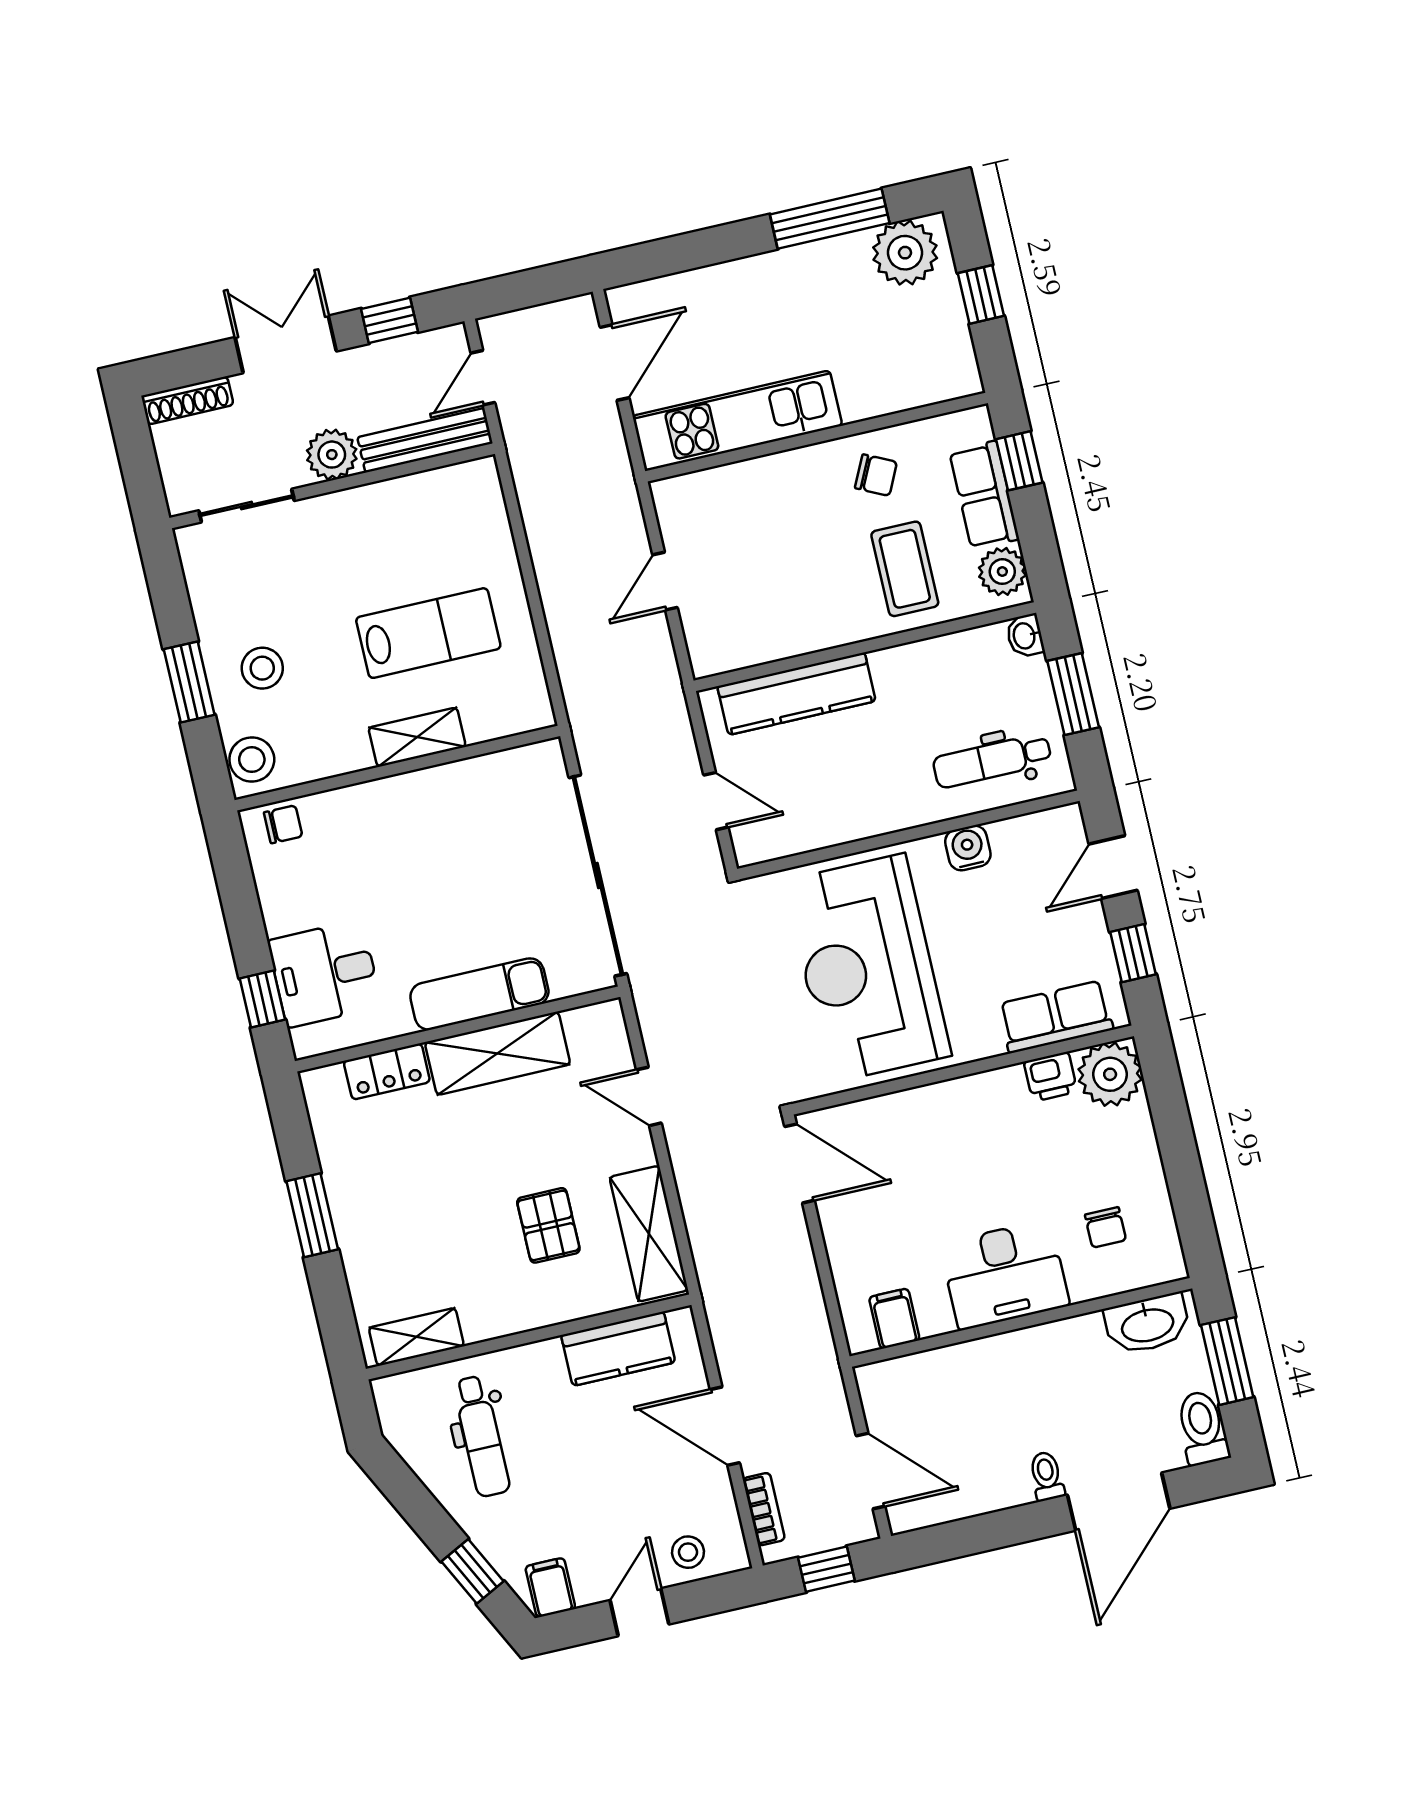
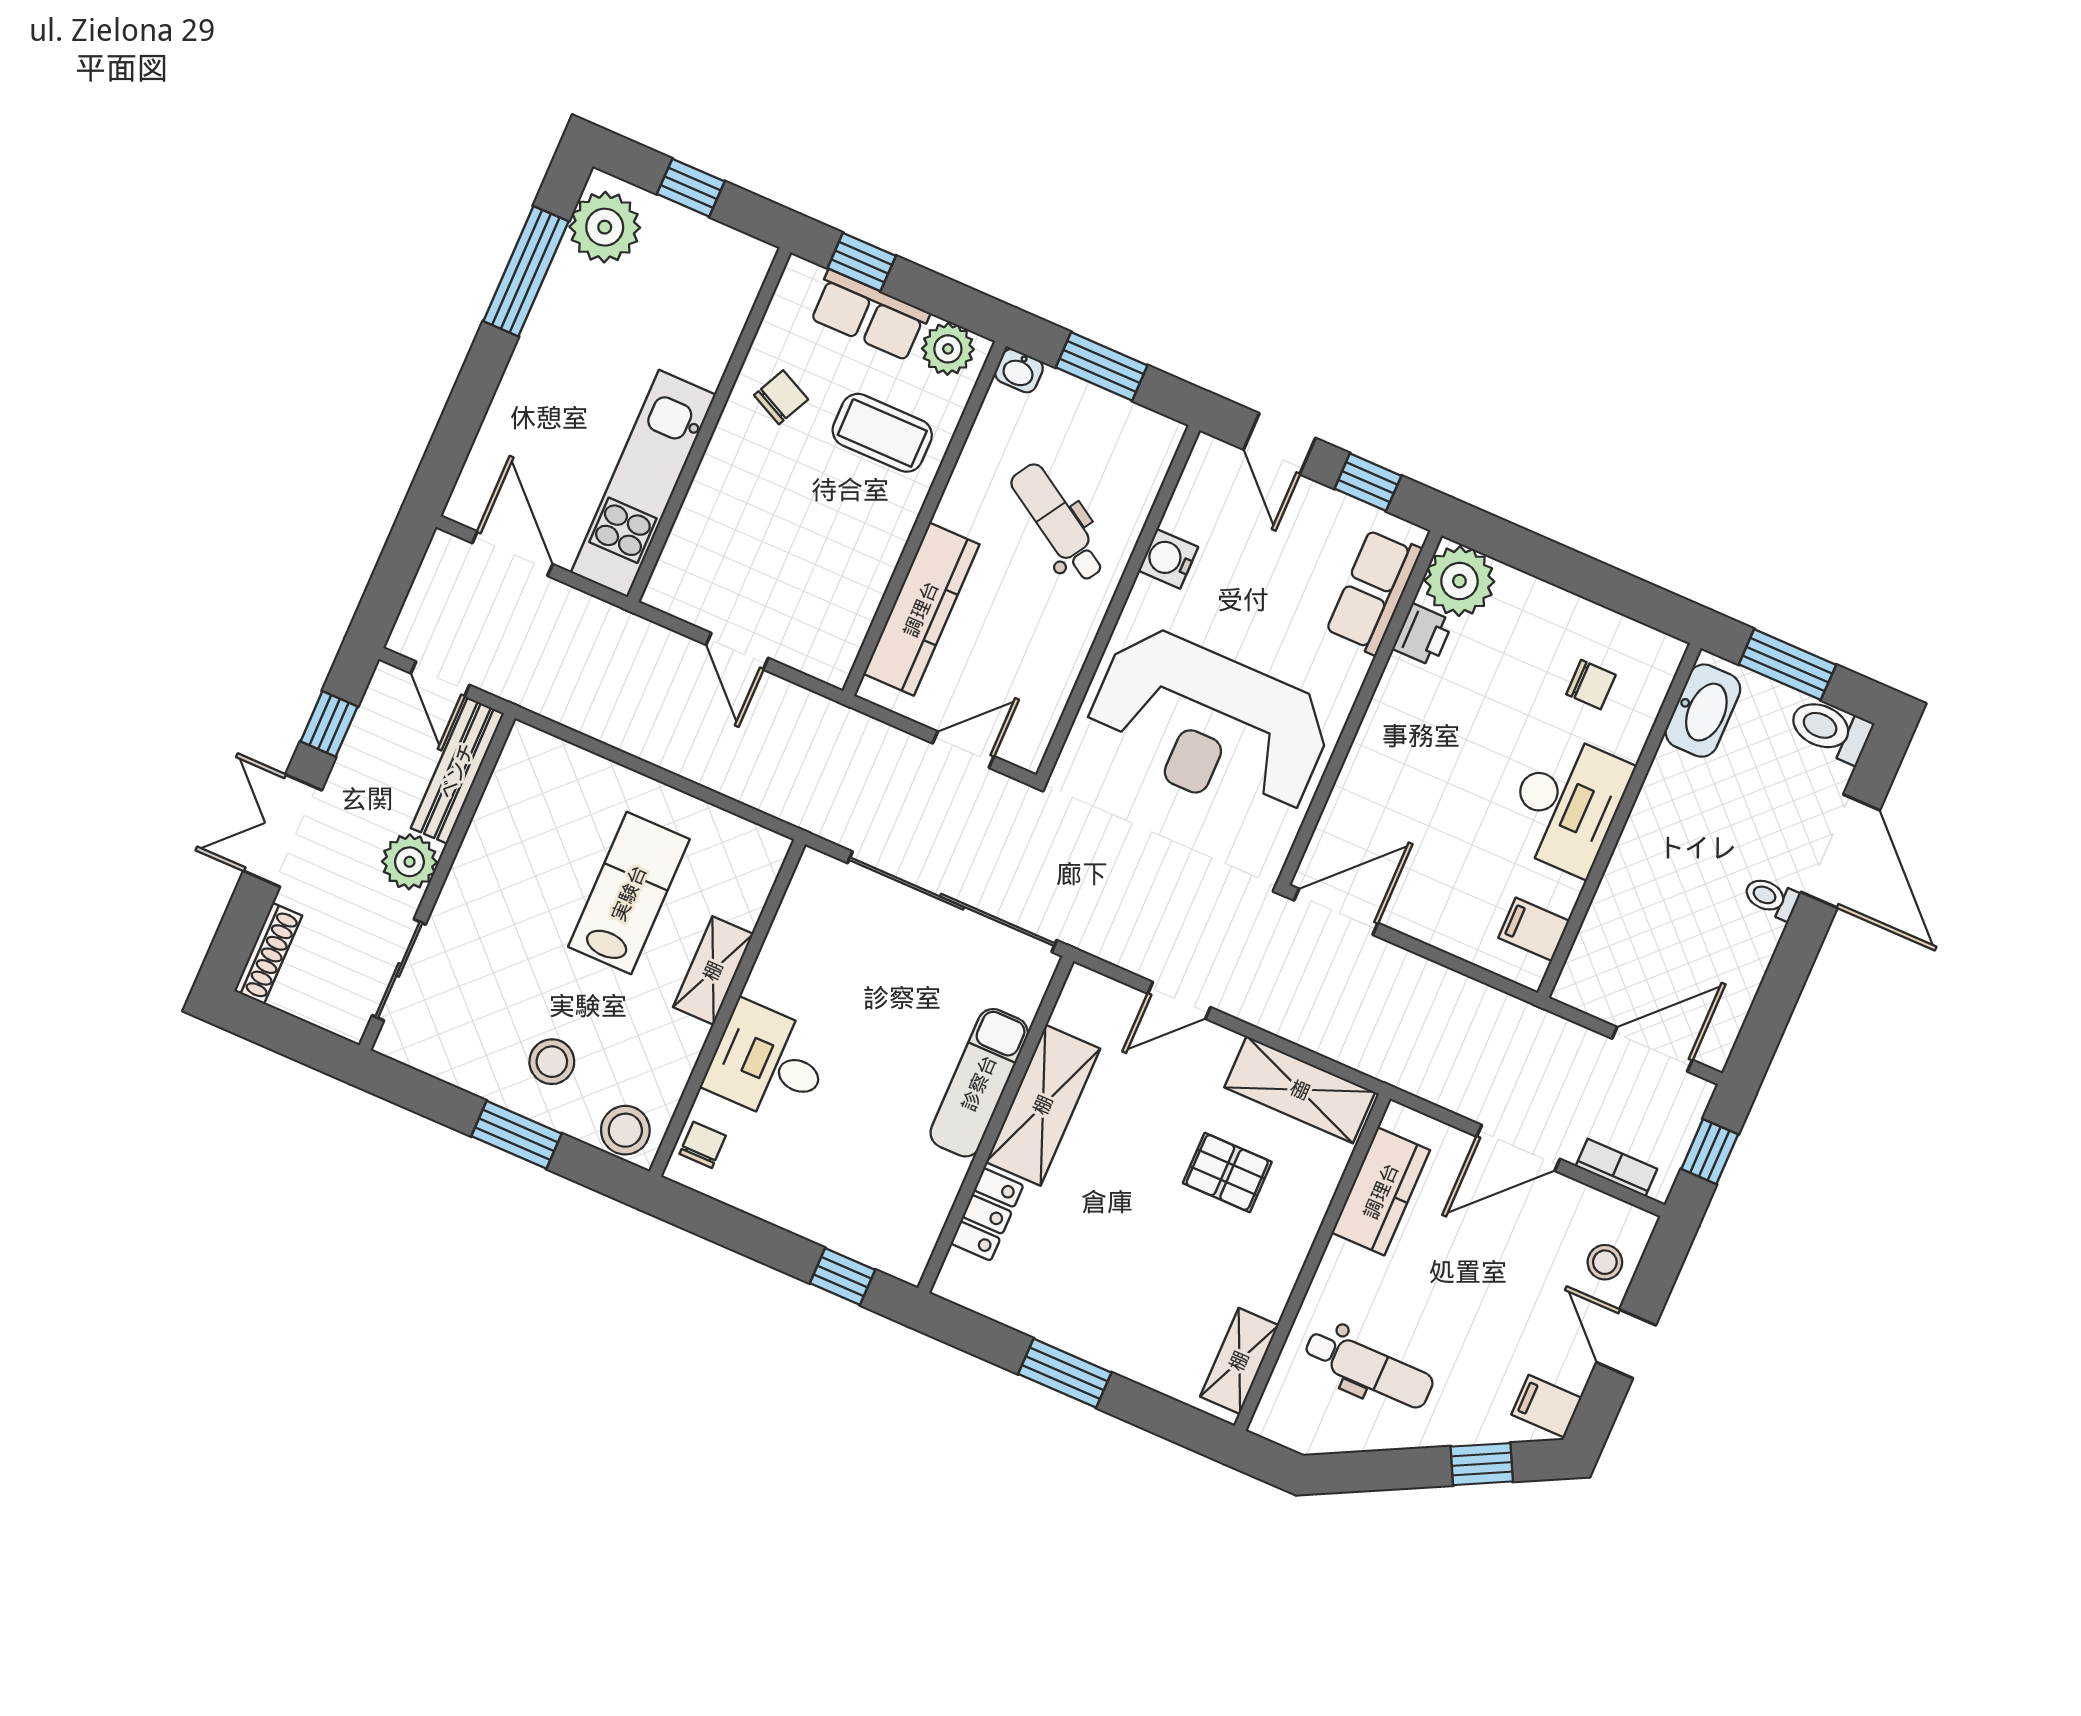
dental chair: (992, 761) -> (1058, 523), moved, turned 122
desk: (325, 974) -> (768, 1063), moved, turned 90

